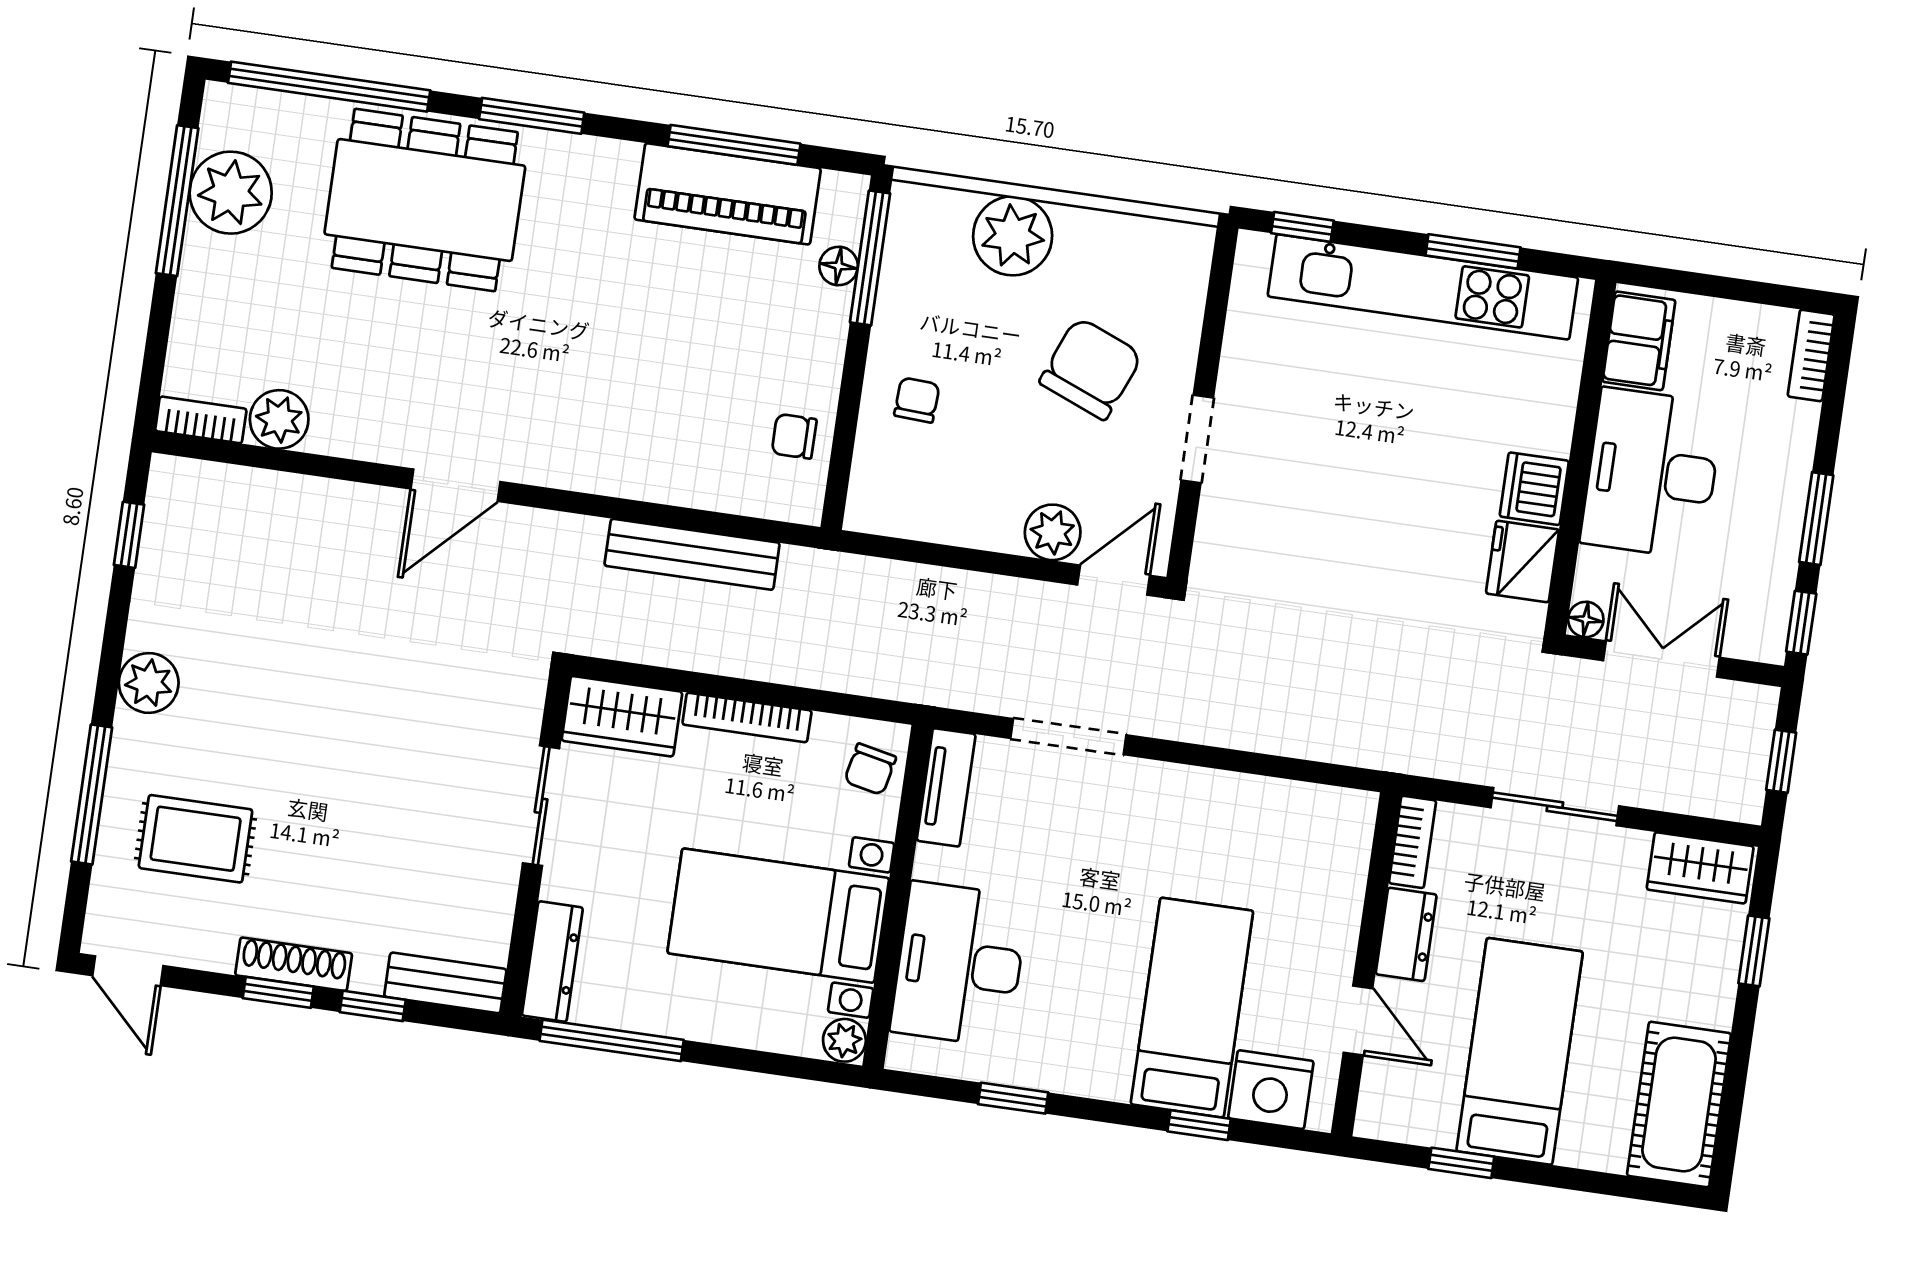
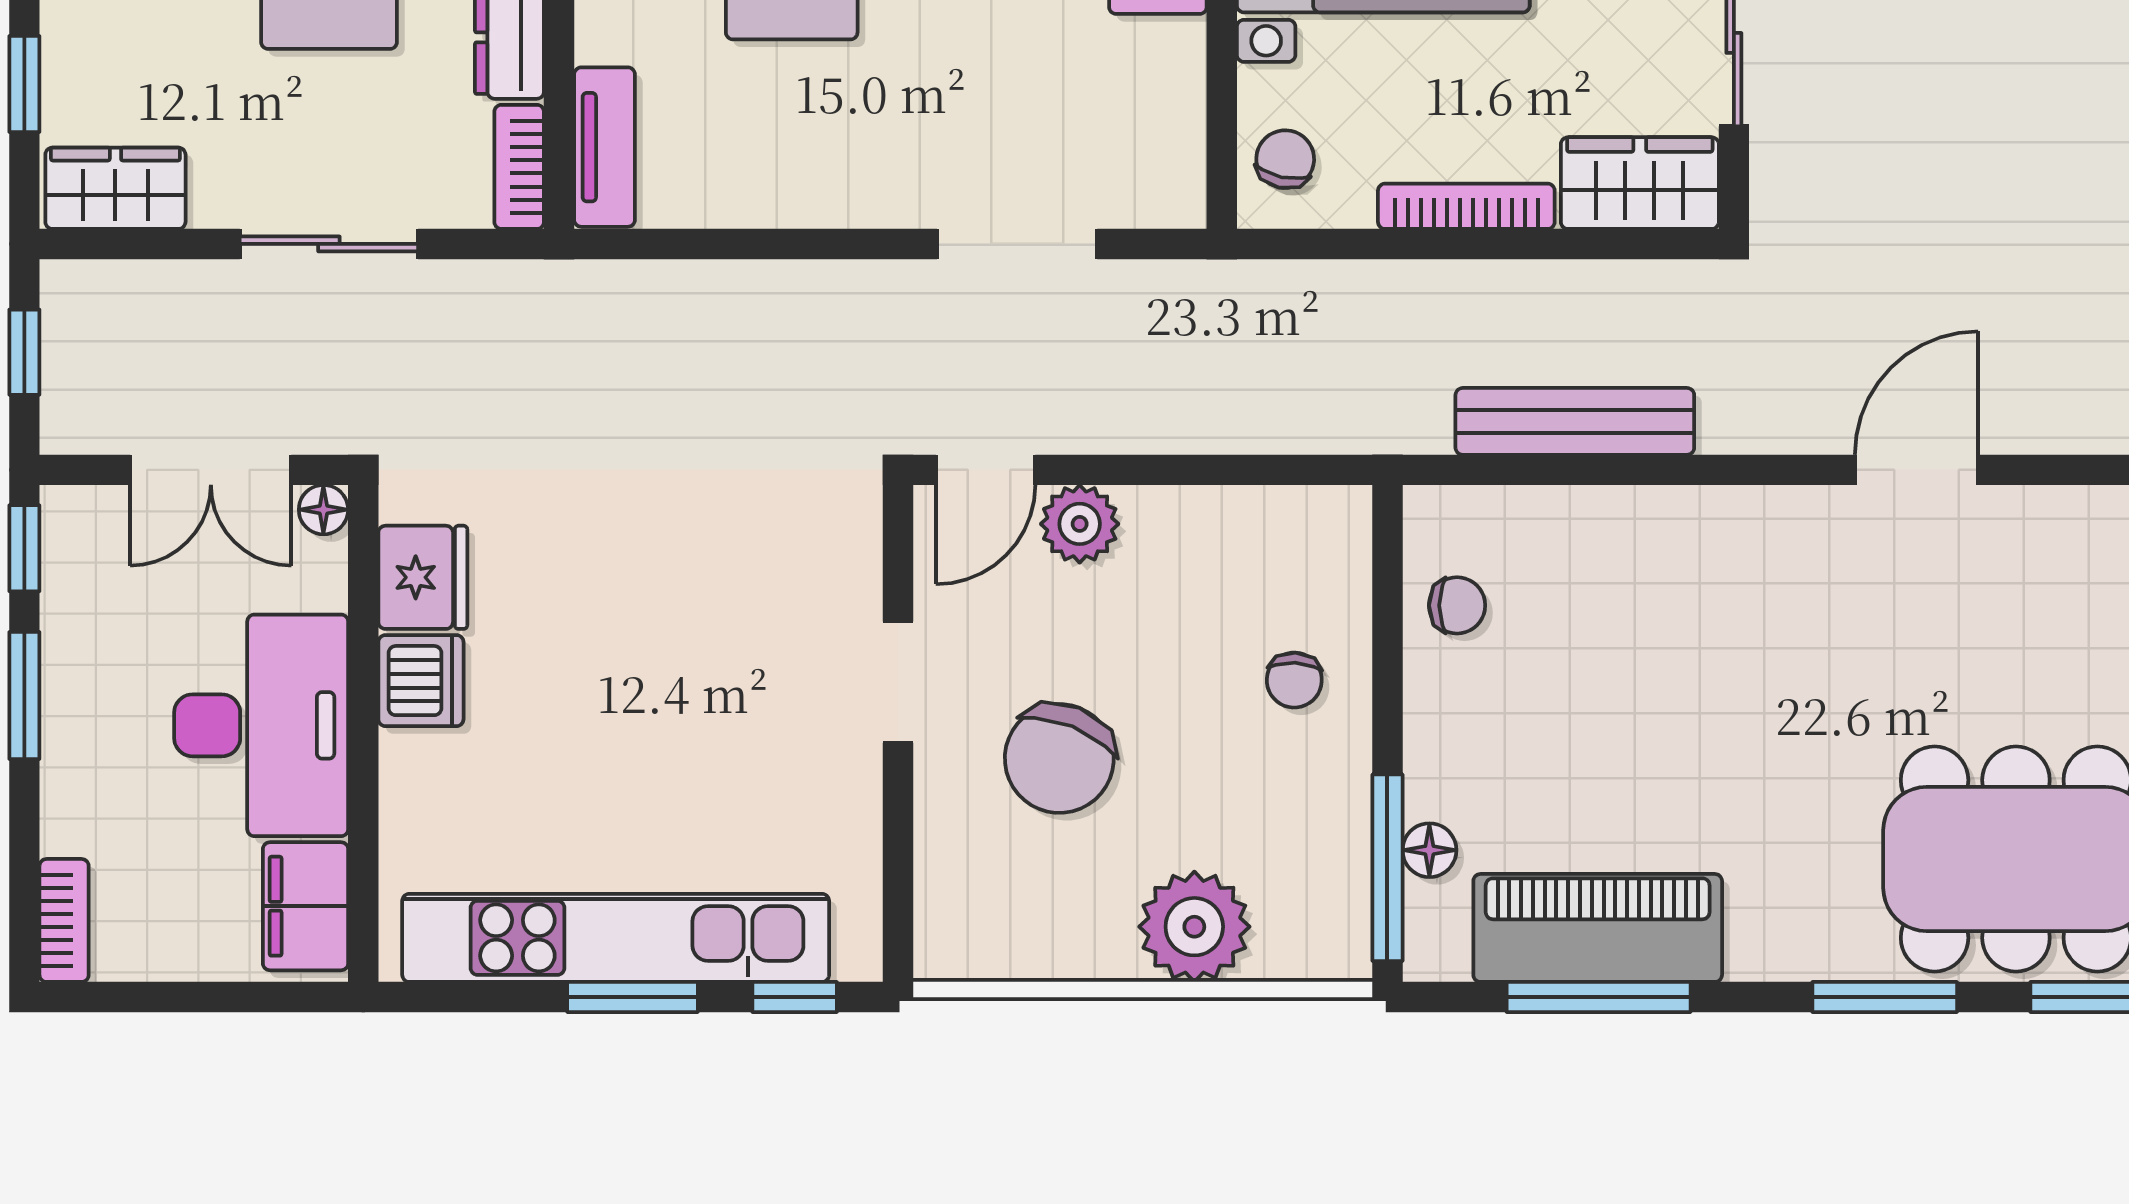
window: (1473, 251) -> (632, 997), moved
tv unit: (946, 787) -> (605, 147), moved, turned 180

